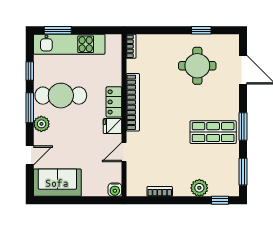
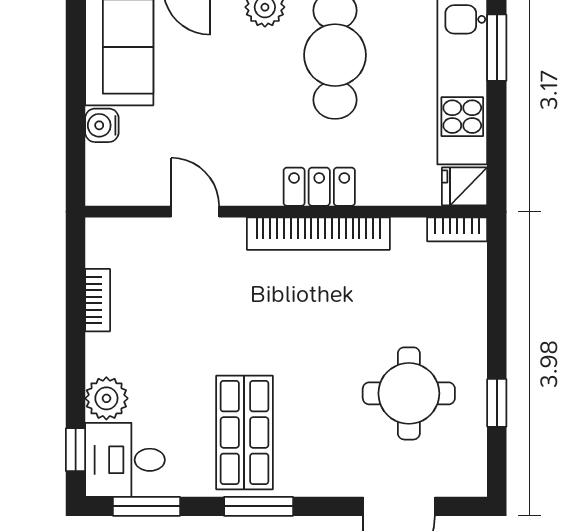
fridge: (112, 126) -> (465, 186), moved, turned -90
desk: (224, 180) -> (125, 460), added
water cooler: (115, 190) -> (102, 125), moved

